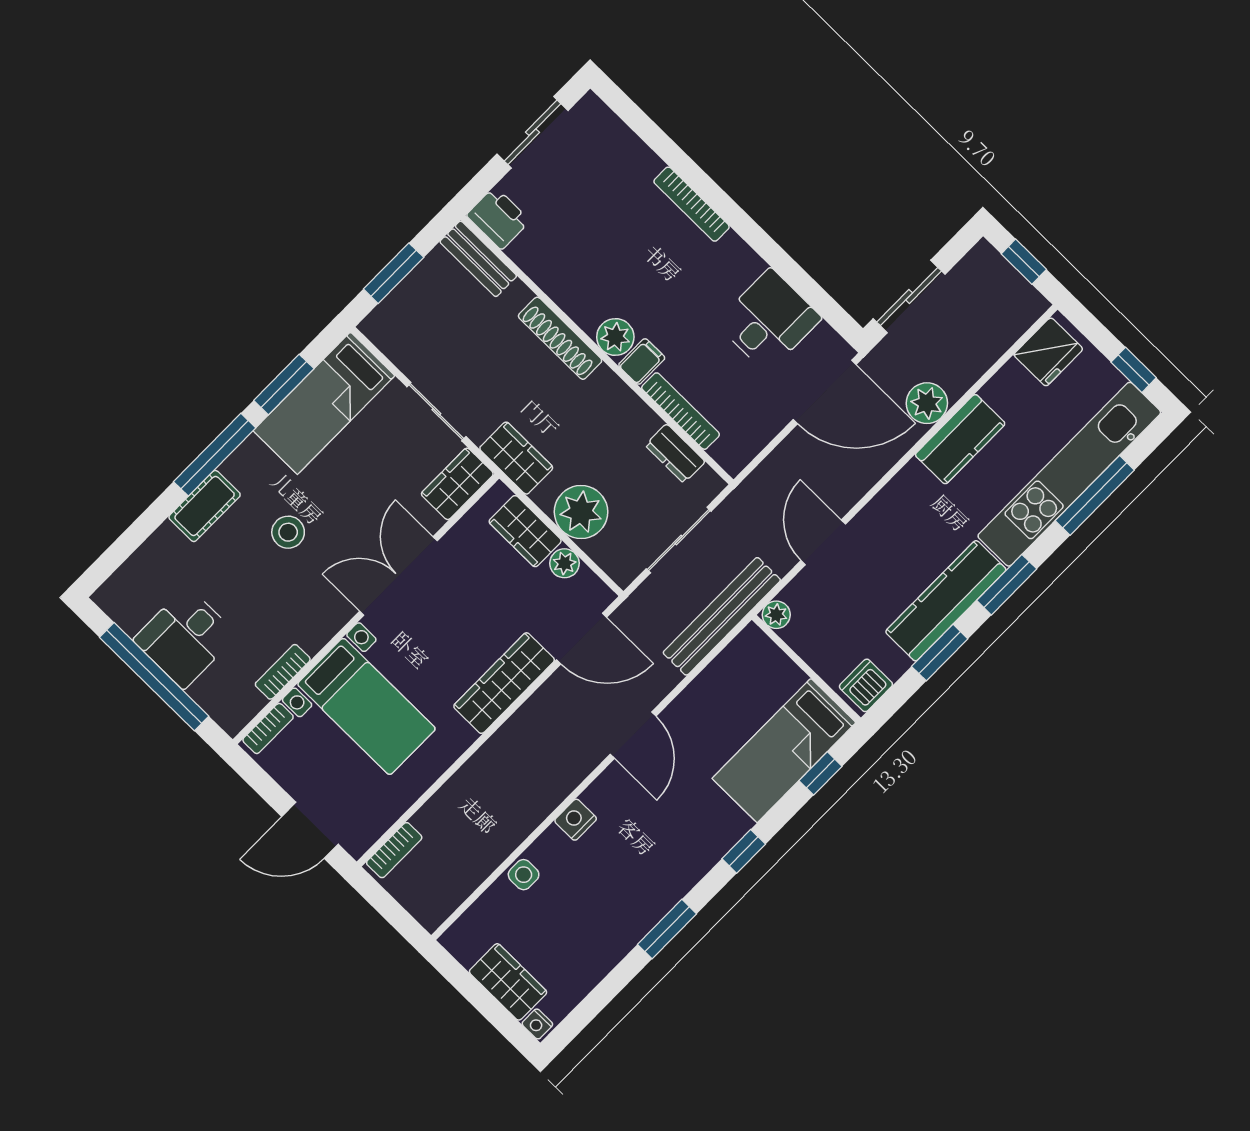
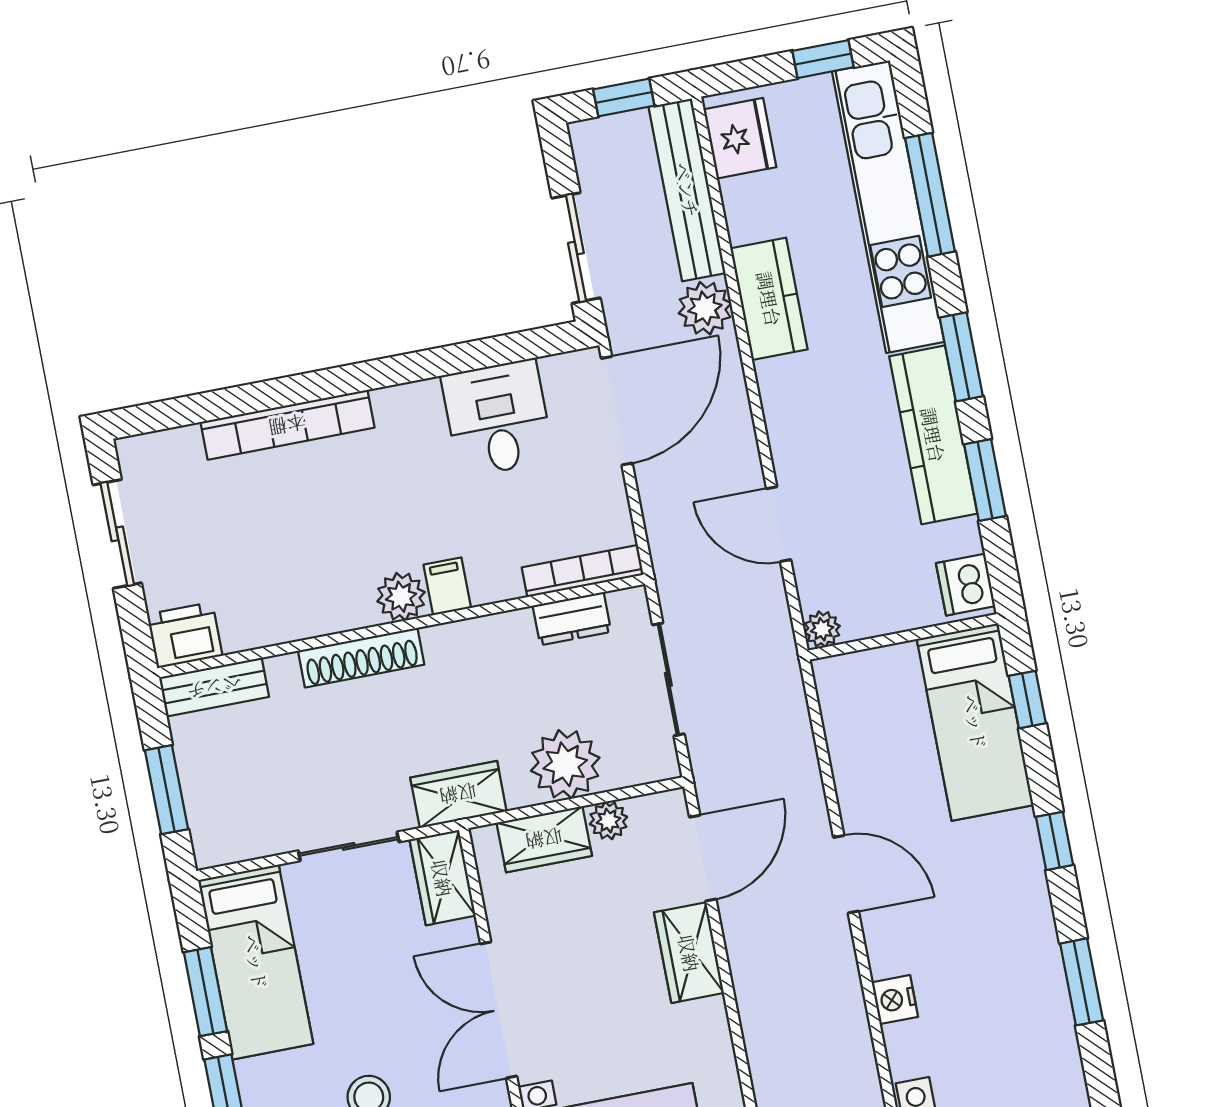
bookcase: (692, 204) -> (287, 425), width x1.48, depth x1.31
bookcase: (681, 411) -> (583, 571), moved
bench: (722, 616) -> (687, 190), moved
wardrobe: (504, 683) -> (689, 953), width x0.67

